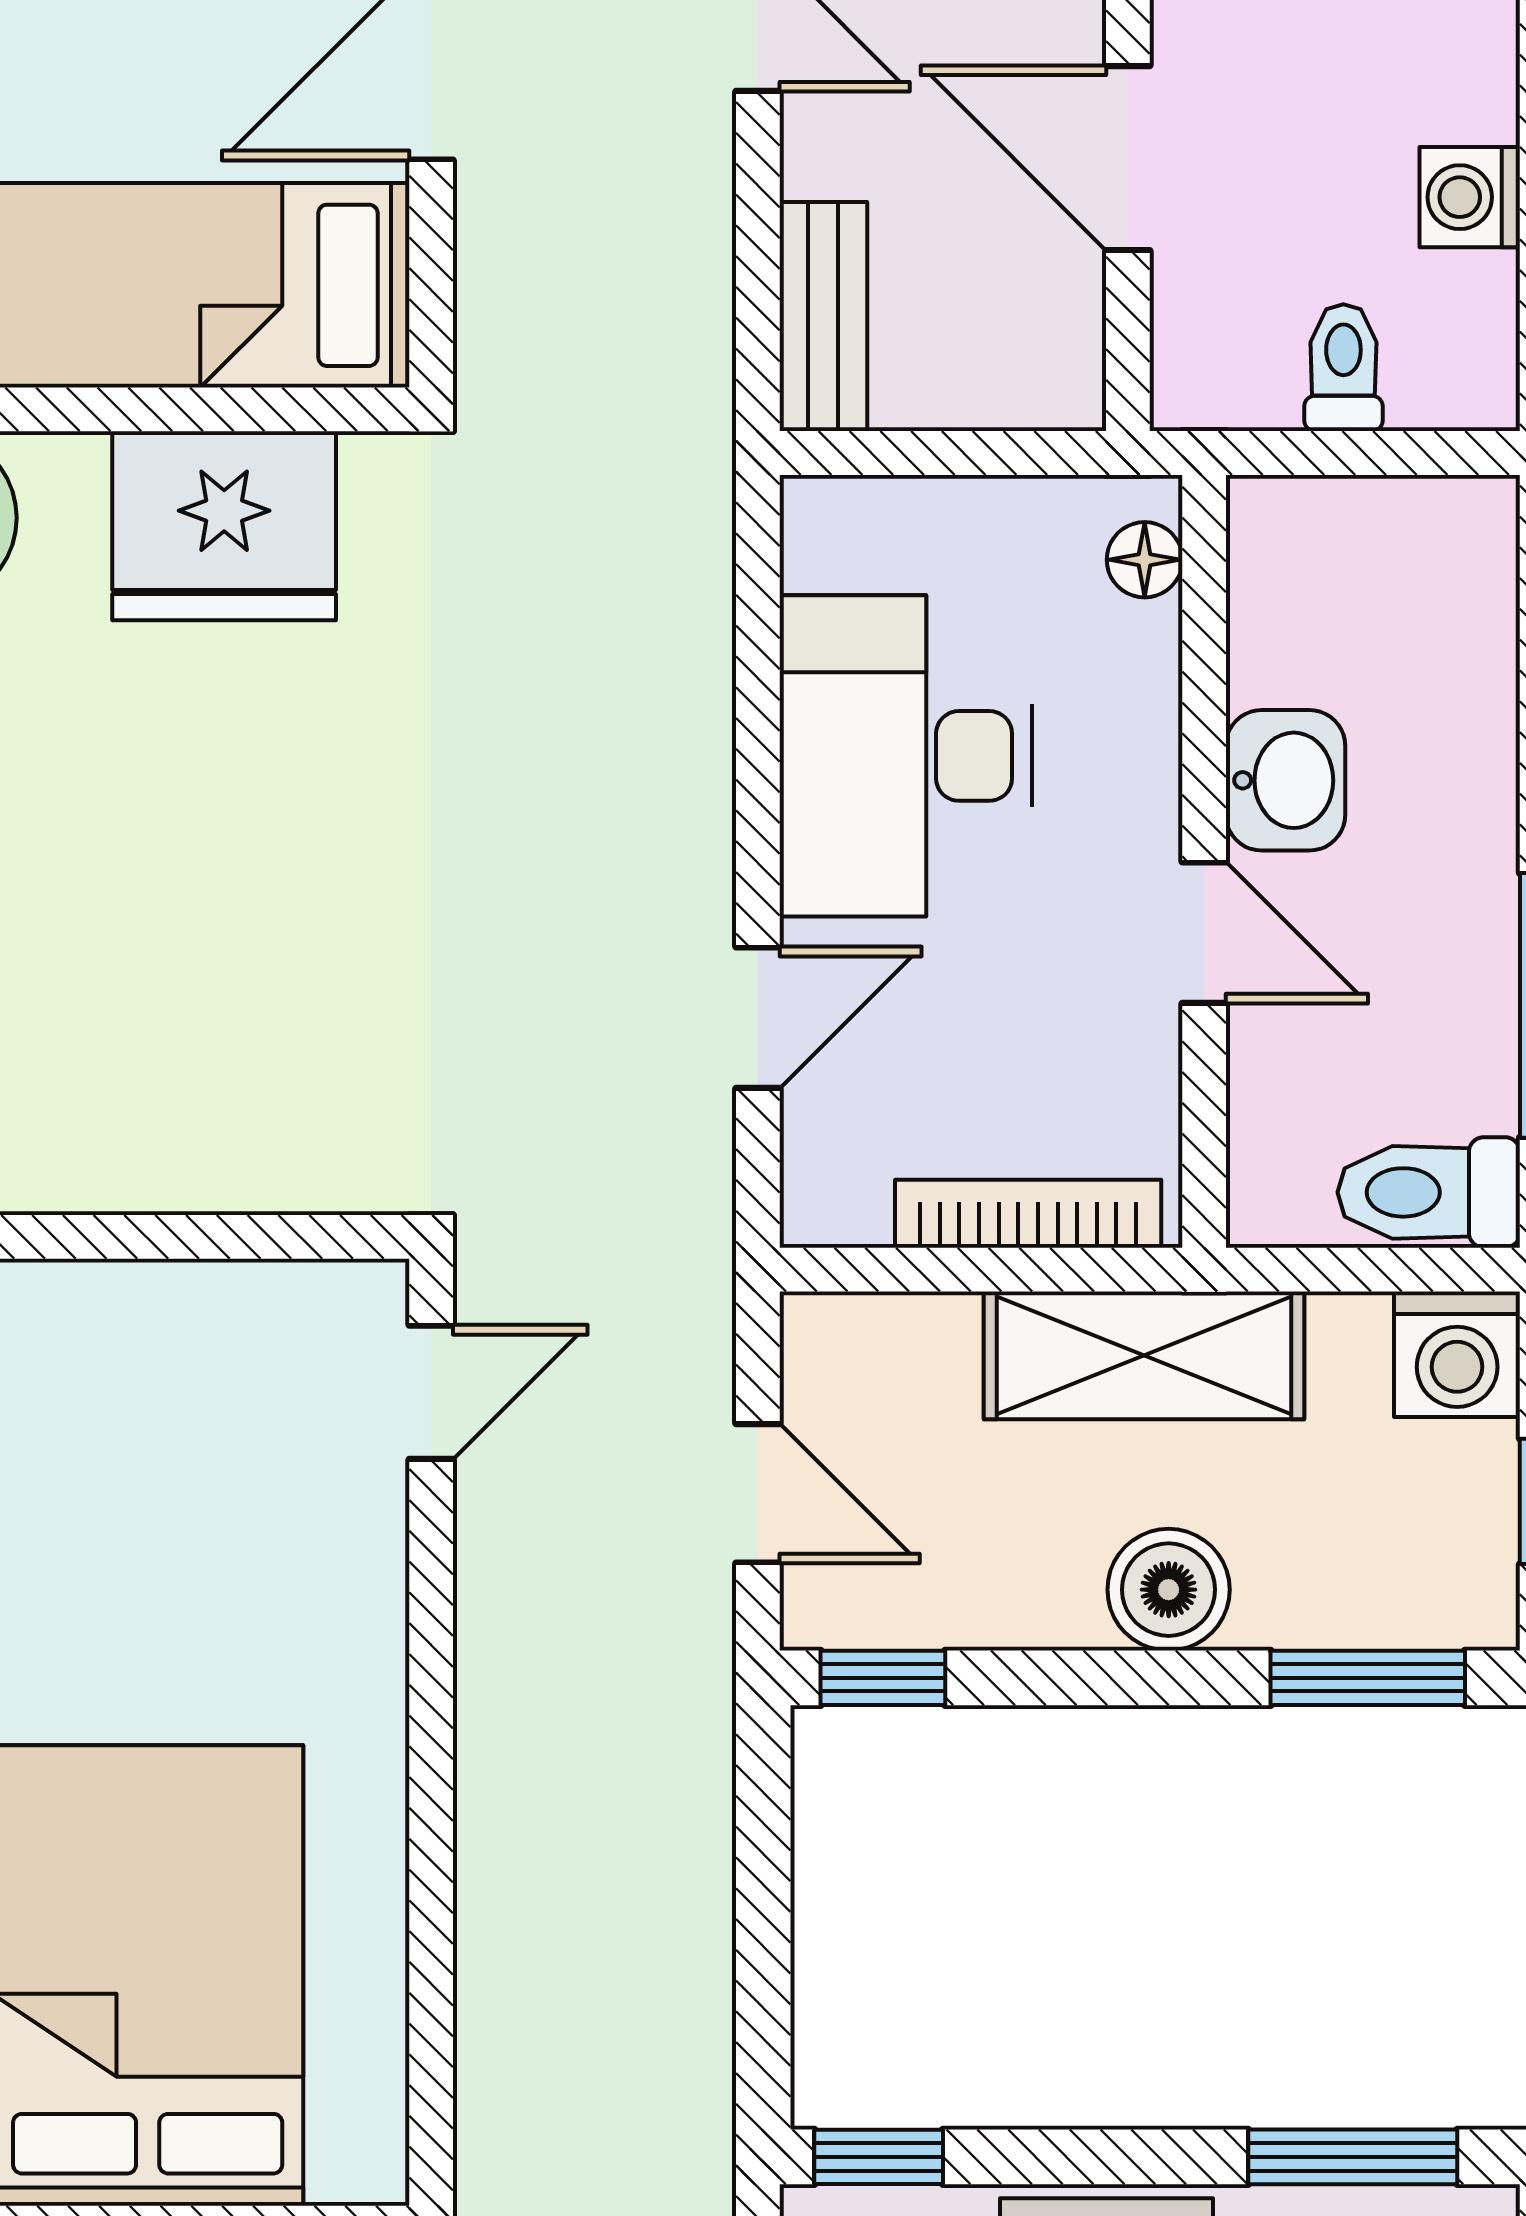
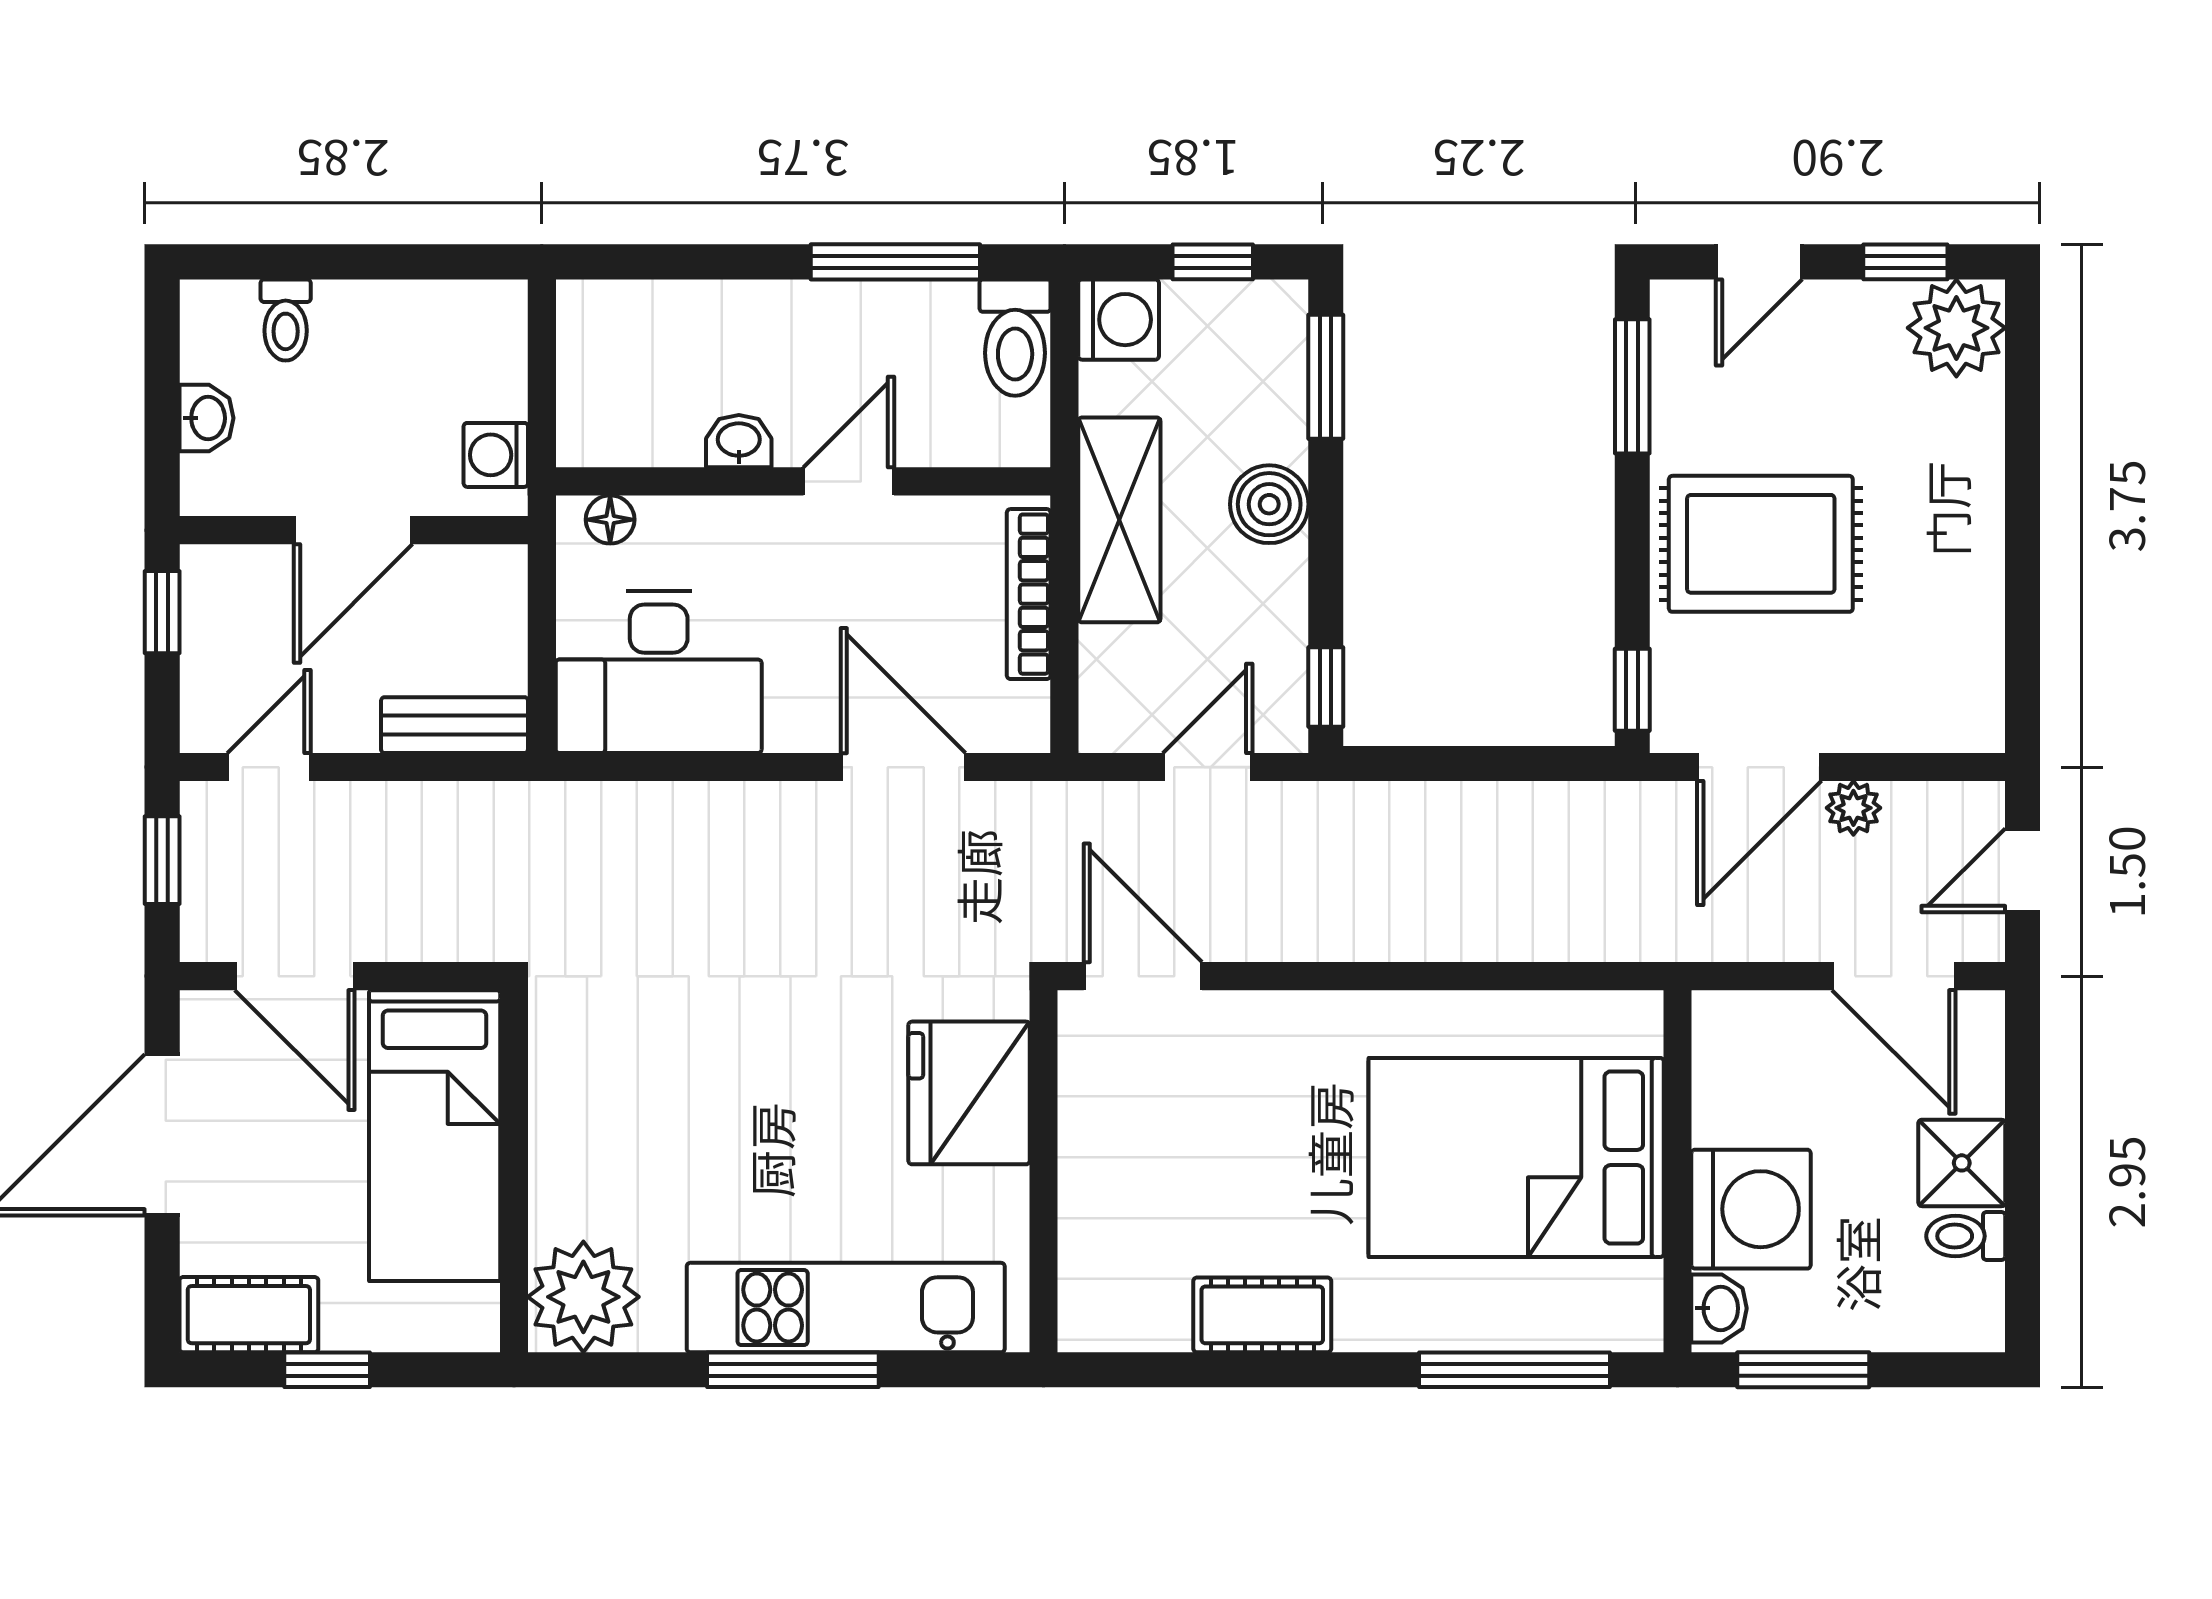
washing machine: (1470, 197) -> (496, 455), moved, turned 90
toilet: (1343, 368) -> (286, 320), moved, turned -90
fridge: (224, 526) -> (969, 1093), moved, turned 180
desk: (906, 756) -> (659, 672), moved
washbasin: (1286, 780) -> (739, 441), width x0.72, depth x0.69
door: (758, 1018) -> (903, 767), width x1.38
door: (431, 1392) -> (1143, 976), width x1.38

